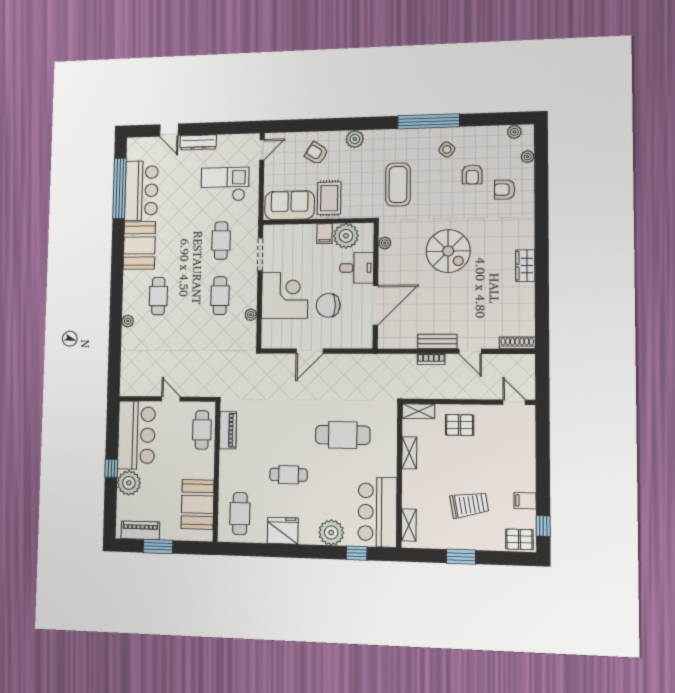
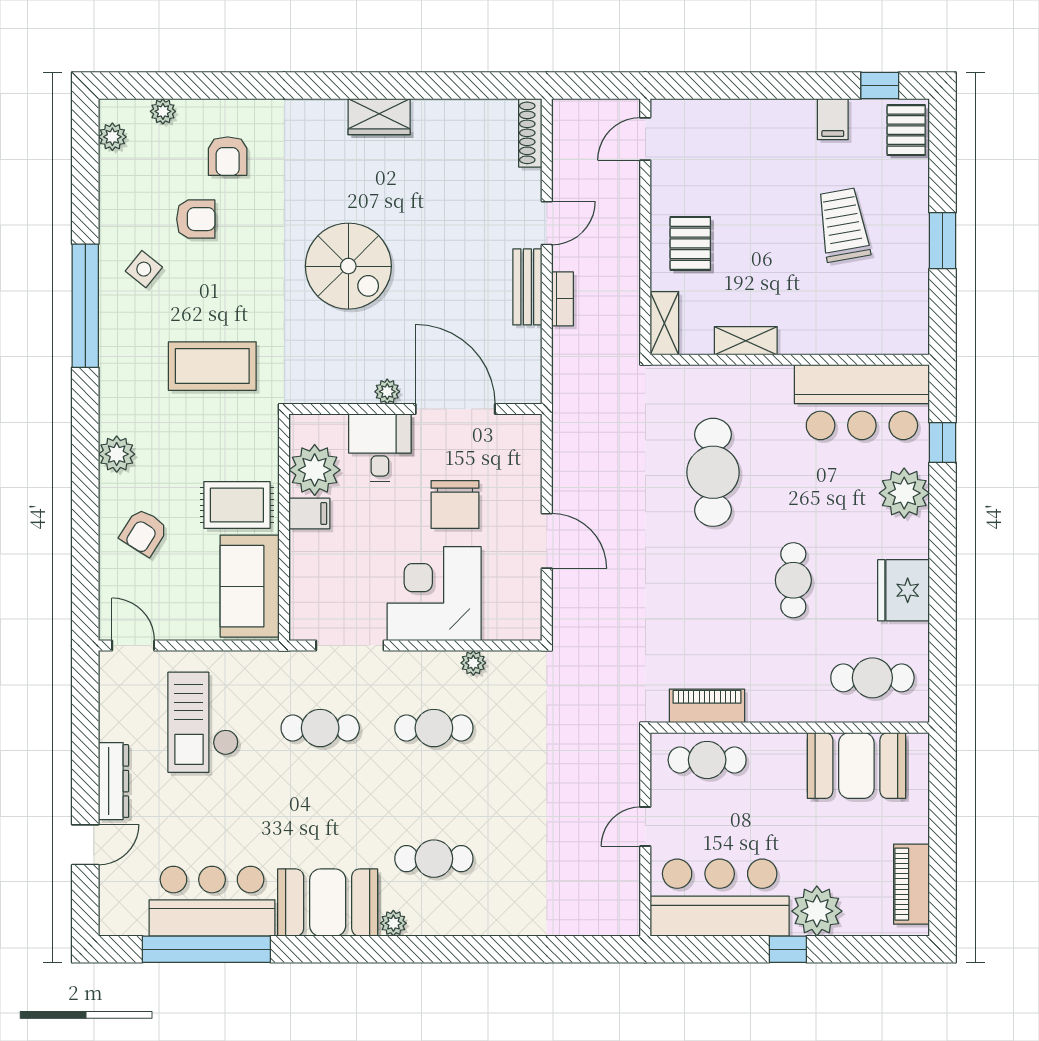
plant: (385, 243) -> (387, 392), moved
spiral stairs: (448, 251) -> (348, 266), turned 90
plant: (128, 321) -> (393, 923), moved
shelving: (409, 525) -> (885, 341), removed
window: (158, 546) -> (943, 846), removed

